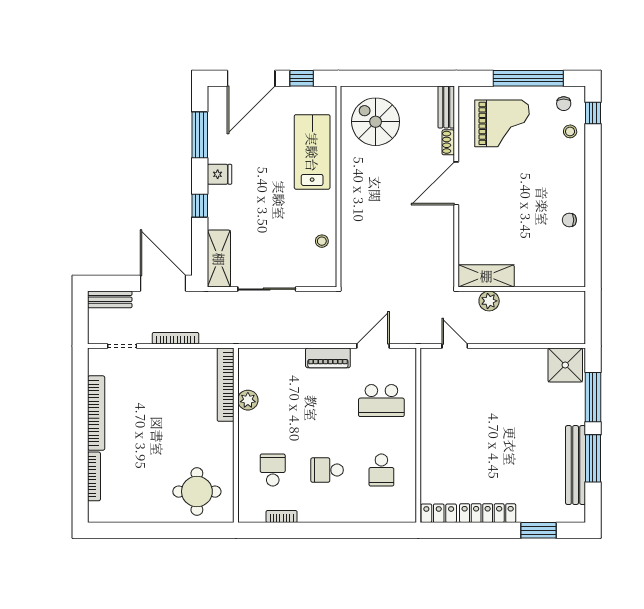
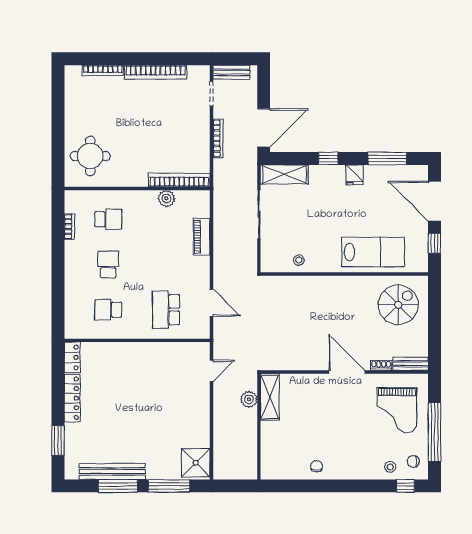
bench: (110, 299) -> (231, 72), moved, turned 90
piano: (328, 358) -> (202, 237), moved

